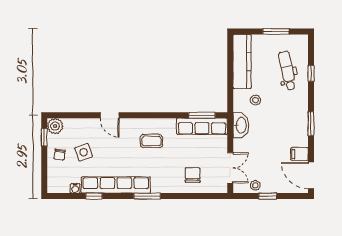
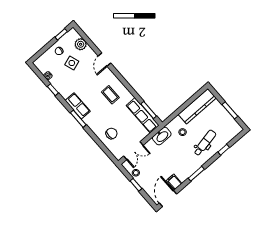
dental chair: (287, 71) -> (205, 143), moved
plant: (55, 126) -> (81, 44), moved
row of seats: (116, 185) -> (78, 106), width x0.50

